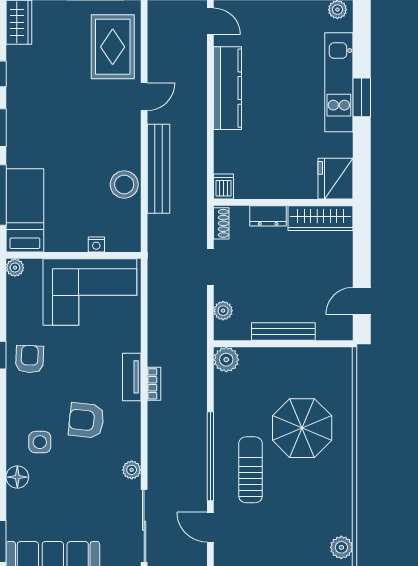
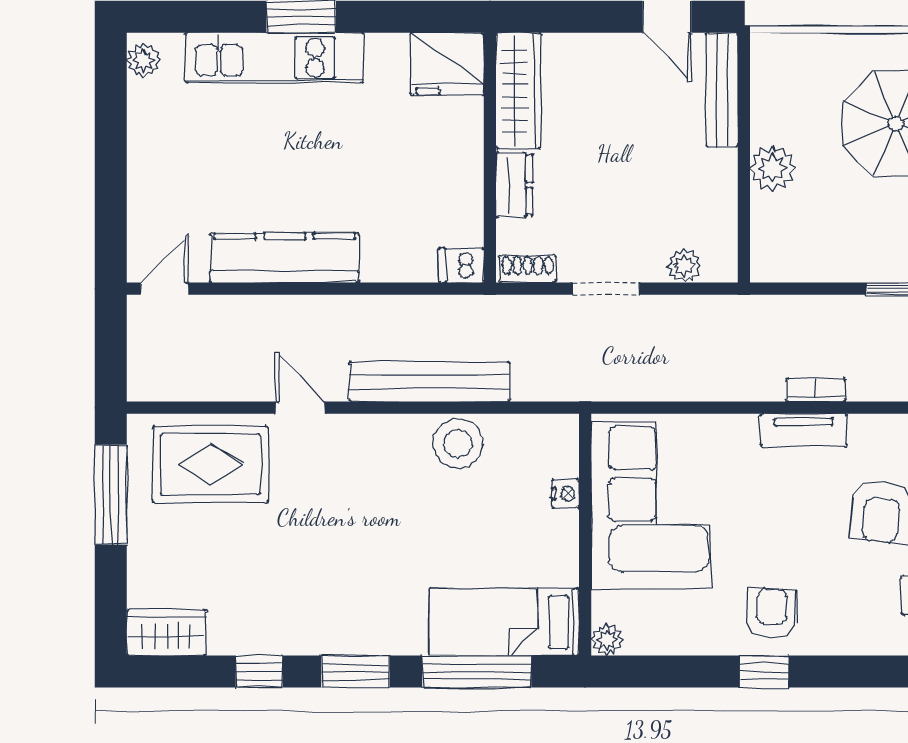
bench: (283, 332) -> (722, 90), moved
armchair: (30, 359) -> (772, 613), turned 91
plant: (226, 360) -> (772, 168), moved

